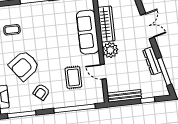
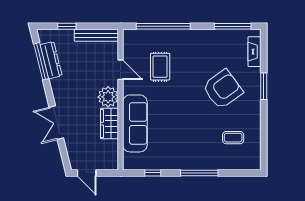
wardrobe: (106, 24) -> (109, 124), width x0.67
dresser: (152, 61) -> (51, 60), moved
armchair: (41, 92) -> (204, 52), removed

